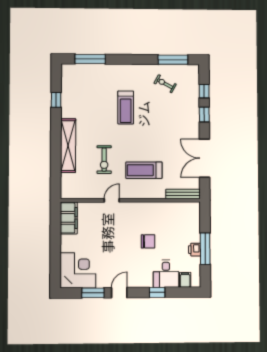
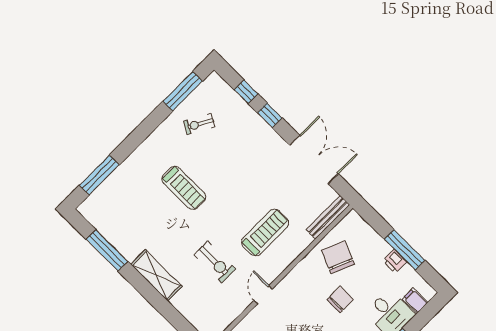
window: (56, 100) -> (107, 250), width x2.17
shelving: (68, 146) -> (156, 275), width x0.68
double door: (205, 158) -> (314, 159), swing flipped
treadmill: (144, 170) -> (265, 233), turned 180
chair: (168, 219) -> (338, 257), added

